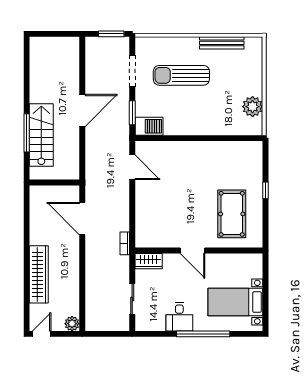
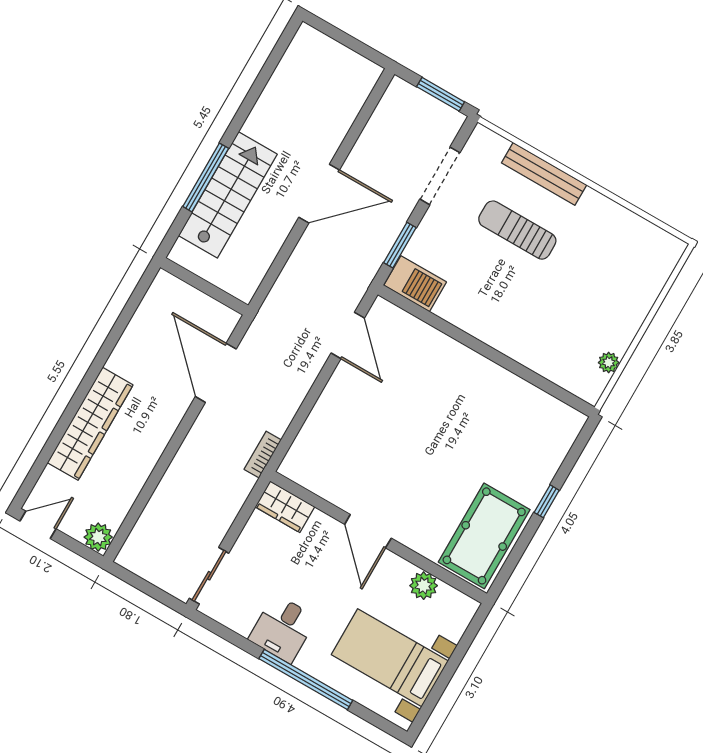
bench: (222, 43) -> (544, 174), moved
sun lounger: (181, 75) -> (517, 230), width x0.73, depth x0.75
plant: (253, 107) -> (609, 363), width x0.53, depth x0.53
pool table: (232, 214) -> (484, 536), moved
plant: (232, 261) -> (424, 586), added
sliding door: (132, 299) -> (209, 576), moved

